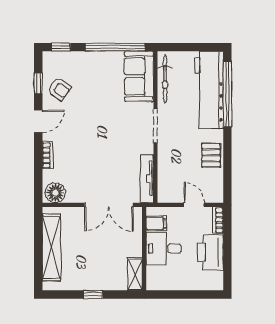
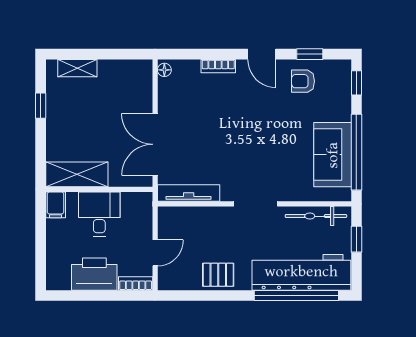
window: (183, 47) -> (356, 239), added
sofa: (139, 76) -> (333, 155), moved, turned -90
armchair: (59, 89) -> (303, 81), turned 53
floor lamp: (55, 193) -> (164, 70), width x0.53, depth x0.53
filing cabinet: (156, 223) -> (56, 205), moved
shelving: (51, 247) -> (77, 68), width x0.45, depth x0.75
shelving: (135, 274) -> (77, 174), width x1.50, depth x1.33
window: (93, 294) -> (41, 106), moved

